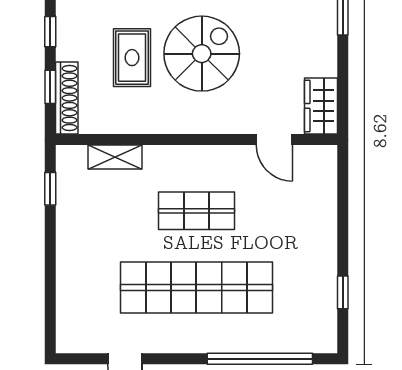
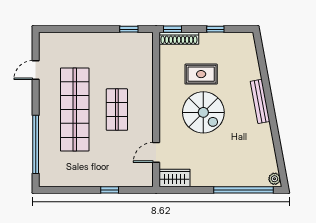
window: (50, 87) -> (172, 29), moved
shelving: (115, 157) -> (146, 65), removed
window: (343, 292) -> (110, 190), moved

